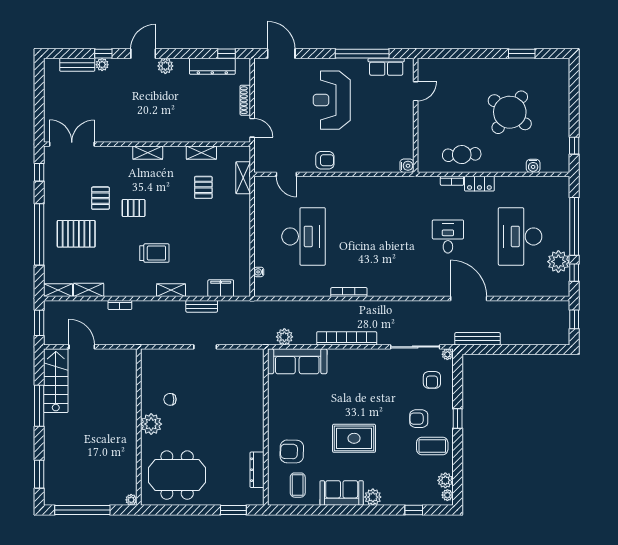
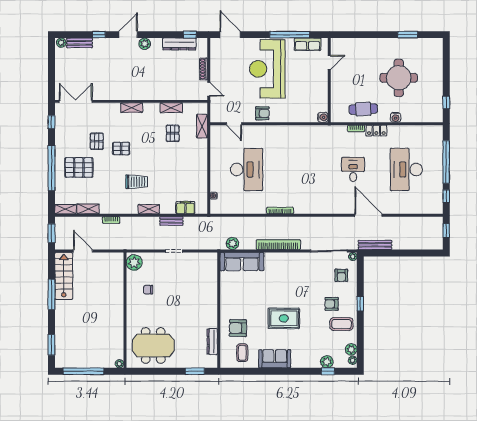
plant: (102, 65) -> (61, 43), moved
reception desk: (332, 100) -> (267, 69), width x1.36, depth x1.30
round table: (510, 112) -> (399, 78), turned -37
water cooler: (533, 166) -> (396, 117), moved
plant: (558, 262) -> (435, 188), removed
plant: (151, 424) -> (134, 263), moved
plant: (373, 497) -> (327, 362), moved

